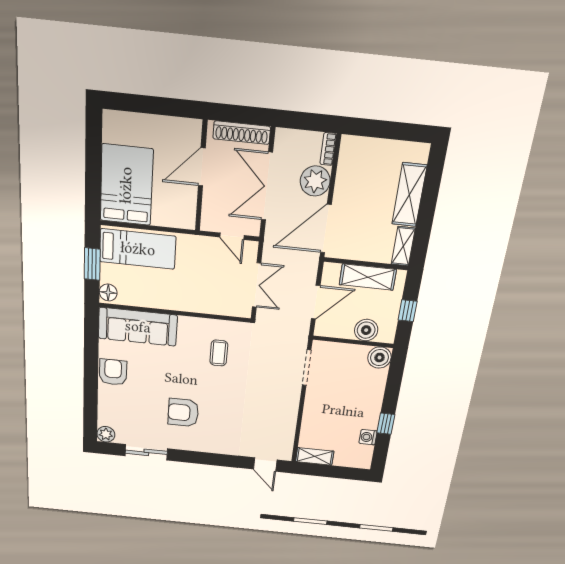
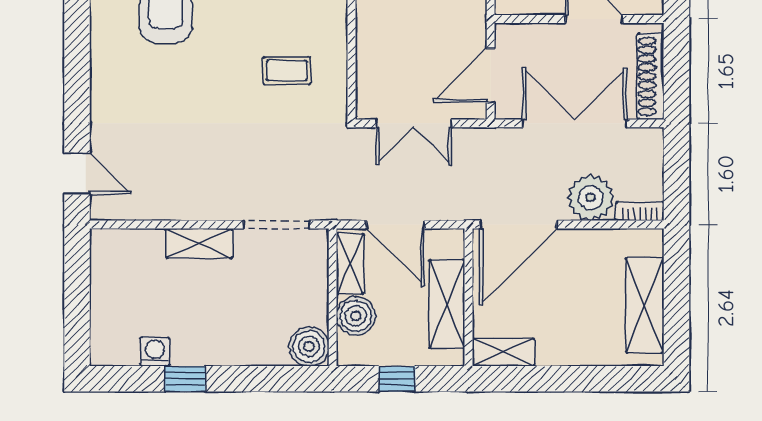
shelving: (409, 195) -> (645, 305), moved, turned 90
door: (326, 229) -> (518, 225), swing flipped
door: (232, 236) -> (491, 75), width x1.38
shelving: (335, 330) -> (350, 263), added
shelving: (315, 456) -> (199, 243), moved, turned 90
door: (265, 465) -> (77, 173), swing flipped

